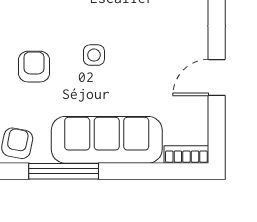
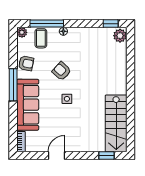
armchair: (34, 67) -> (62, 71), turned -138
door: (217, 78) -> (57, 156), hinge flipped

